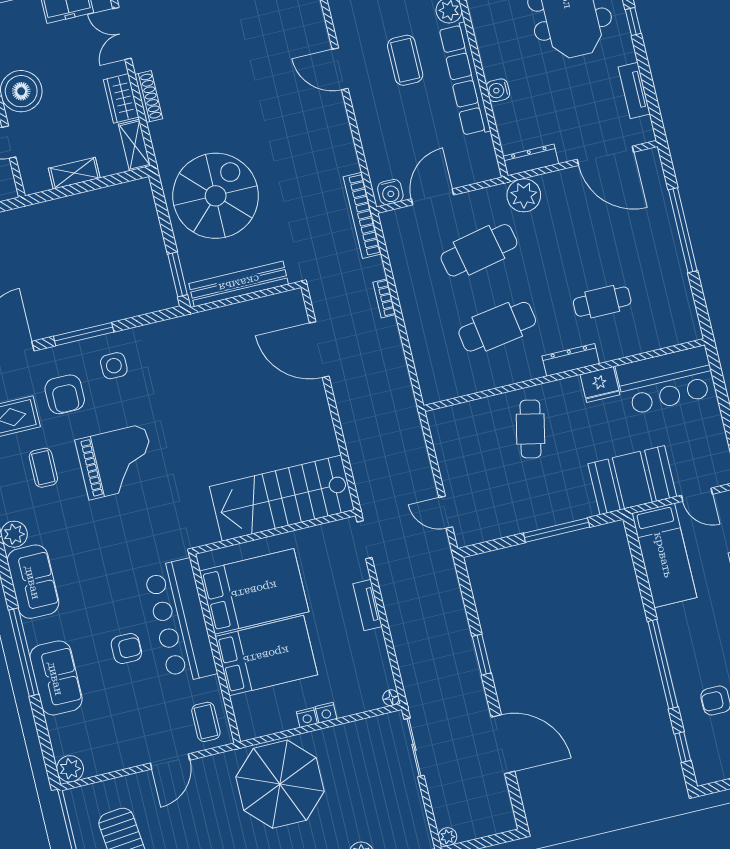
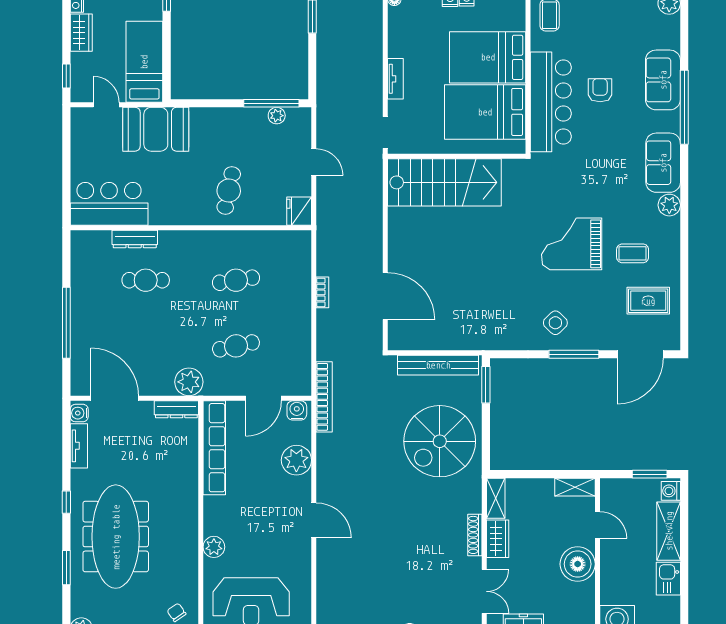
coffee table: (405, 60) -> (259, 515), removed
row of seats: (465, 79) -> (214, 448), moved
water cooler: (498, 90) -> (79, 413), moved, turned 180
plant: (377, 134) -> (296, 460), added
shelving: (74, 173) -> (575, 487), moved
cafe table: (479, 250) -> (236, 346), width x0.73, depth x0.74
bookcase: (384, 298) -> (322, 292), moved
cafe table: (497, 327) -> (236, 280), width x0.73, depth x0.74
dresser: (571, 360) -> (135, 239), moved
side table: (114, 366) -> (555, 323), turned 45
fridge: (600, 385) -> (299, 211), moved, turned -90
armchair: (65, 394) -> (601, 309), removed
coffee table: (43, 468) -> (633, 253), turned 90
door: (446, 512) -> (314, 162), moved
plant: (495, 529) -> (277, 116), added
window: (557, 530) -> (271, 103), moved
armchair: (126, 649) -> (600, 90), turned 90

